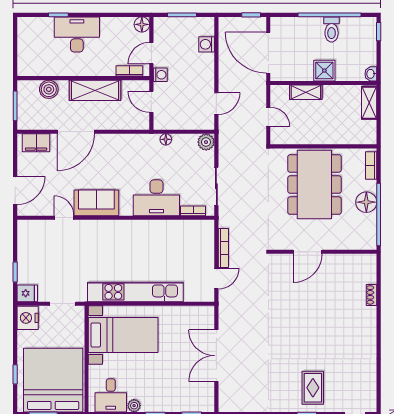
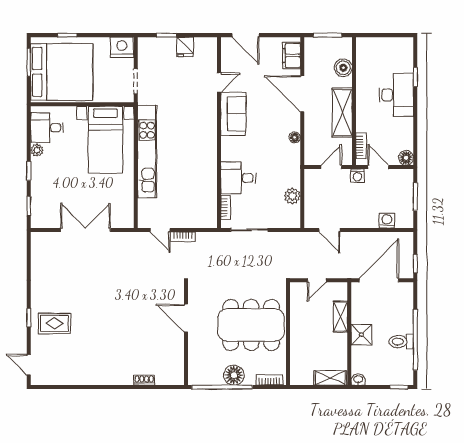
floor lamp: (166, 139) -> (295, 137), moved
plant: (206, 142) -> (292, 196), moved
desk: (156, 198) -> (238, 178), width x0.73
bookcase: (223, 248) -> (183, 237), width x0.64
fridge: (27, 293) -> (185, 47), moved

